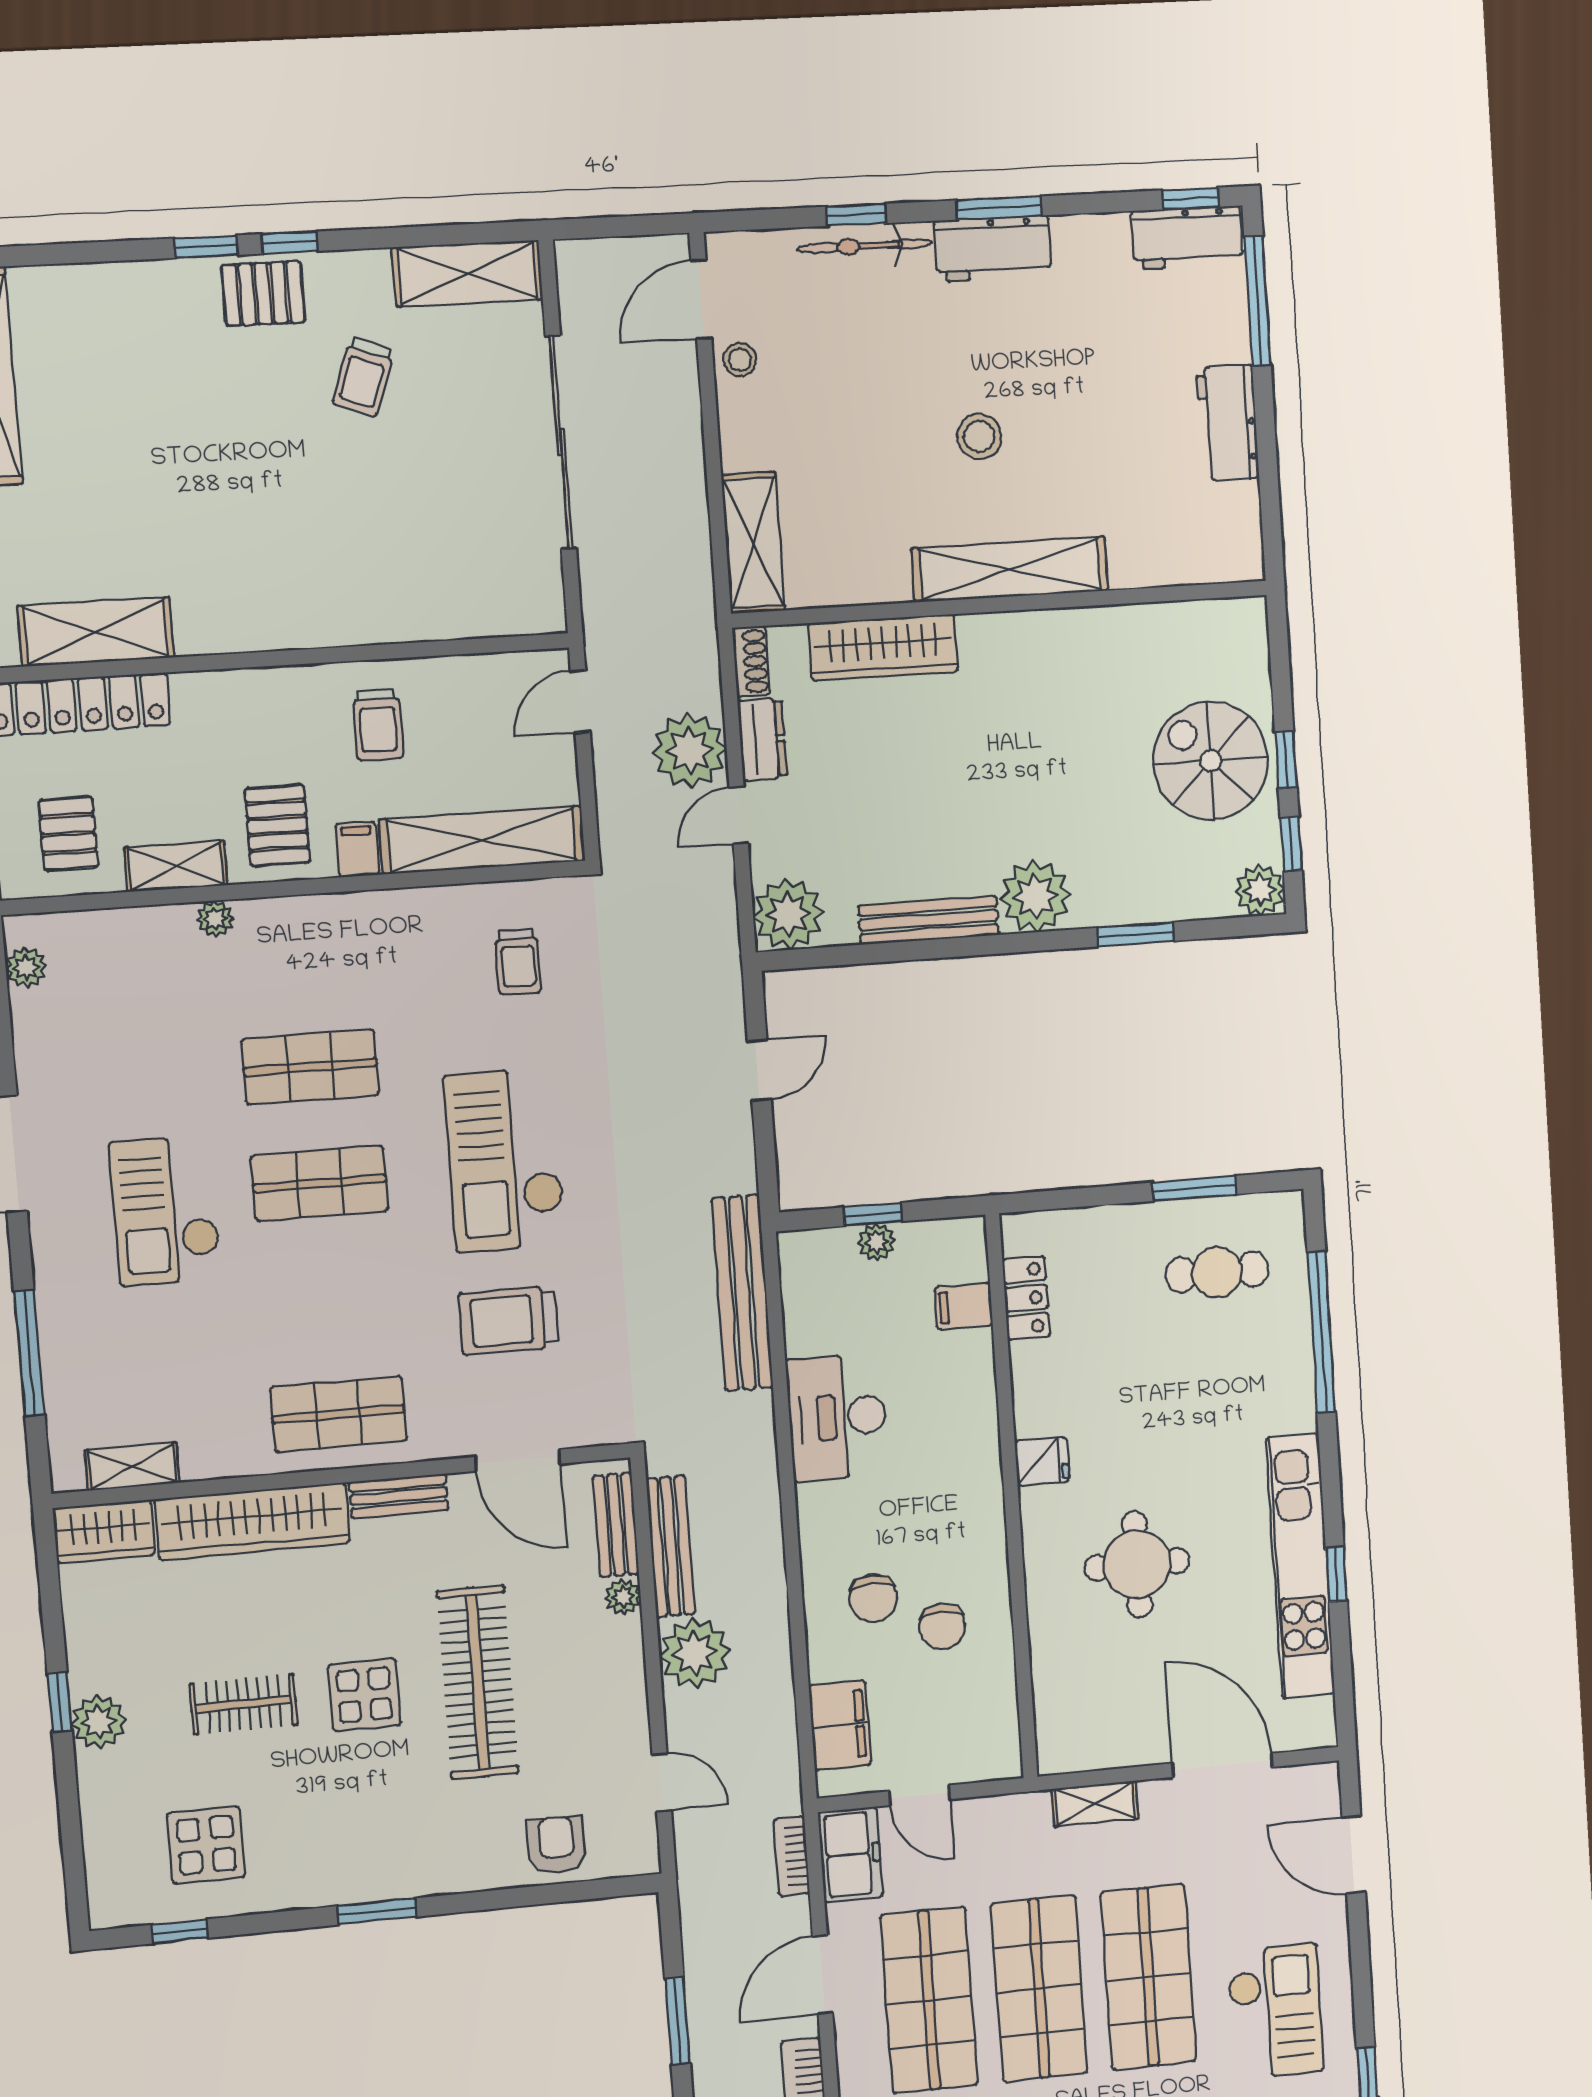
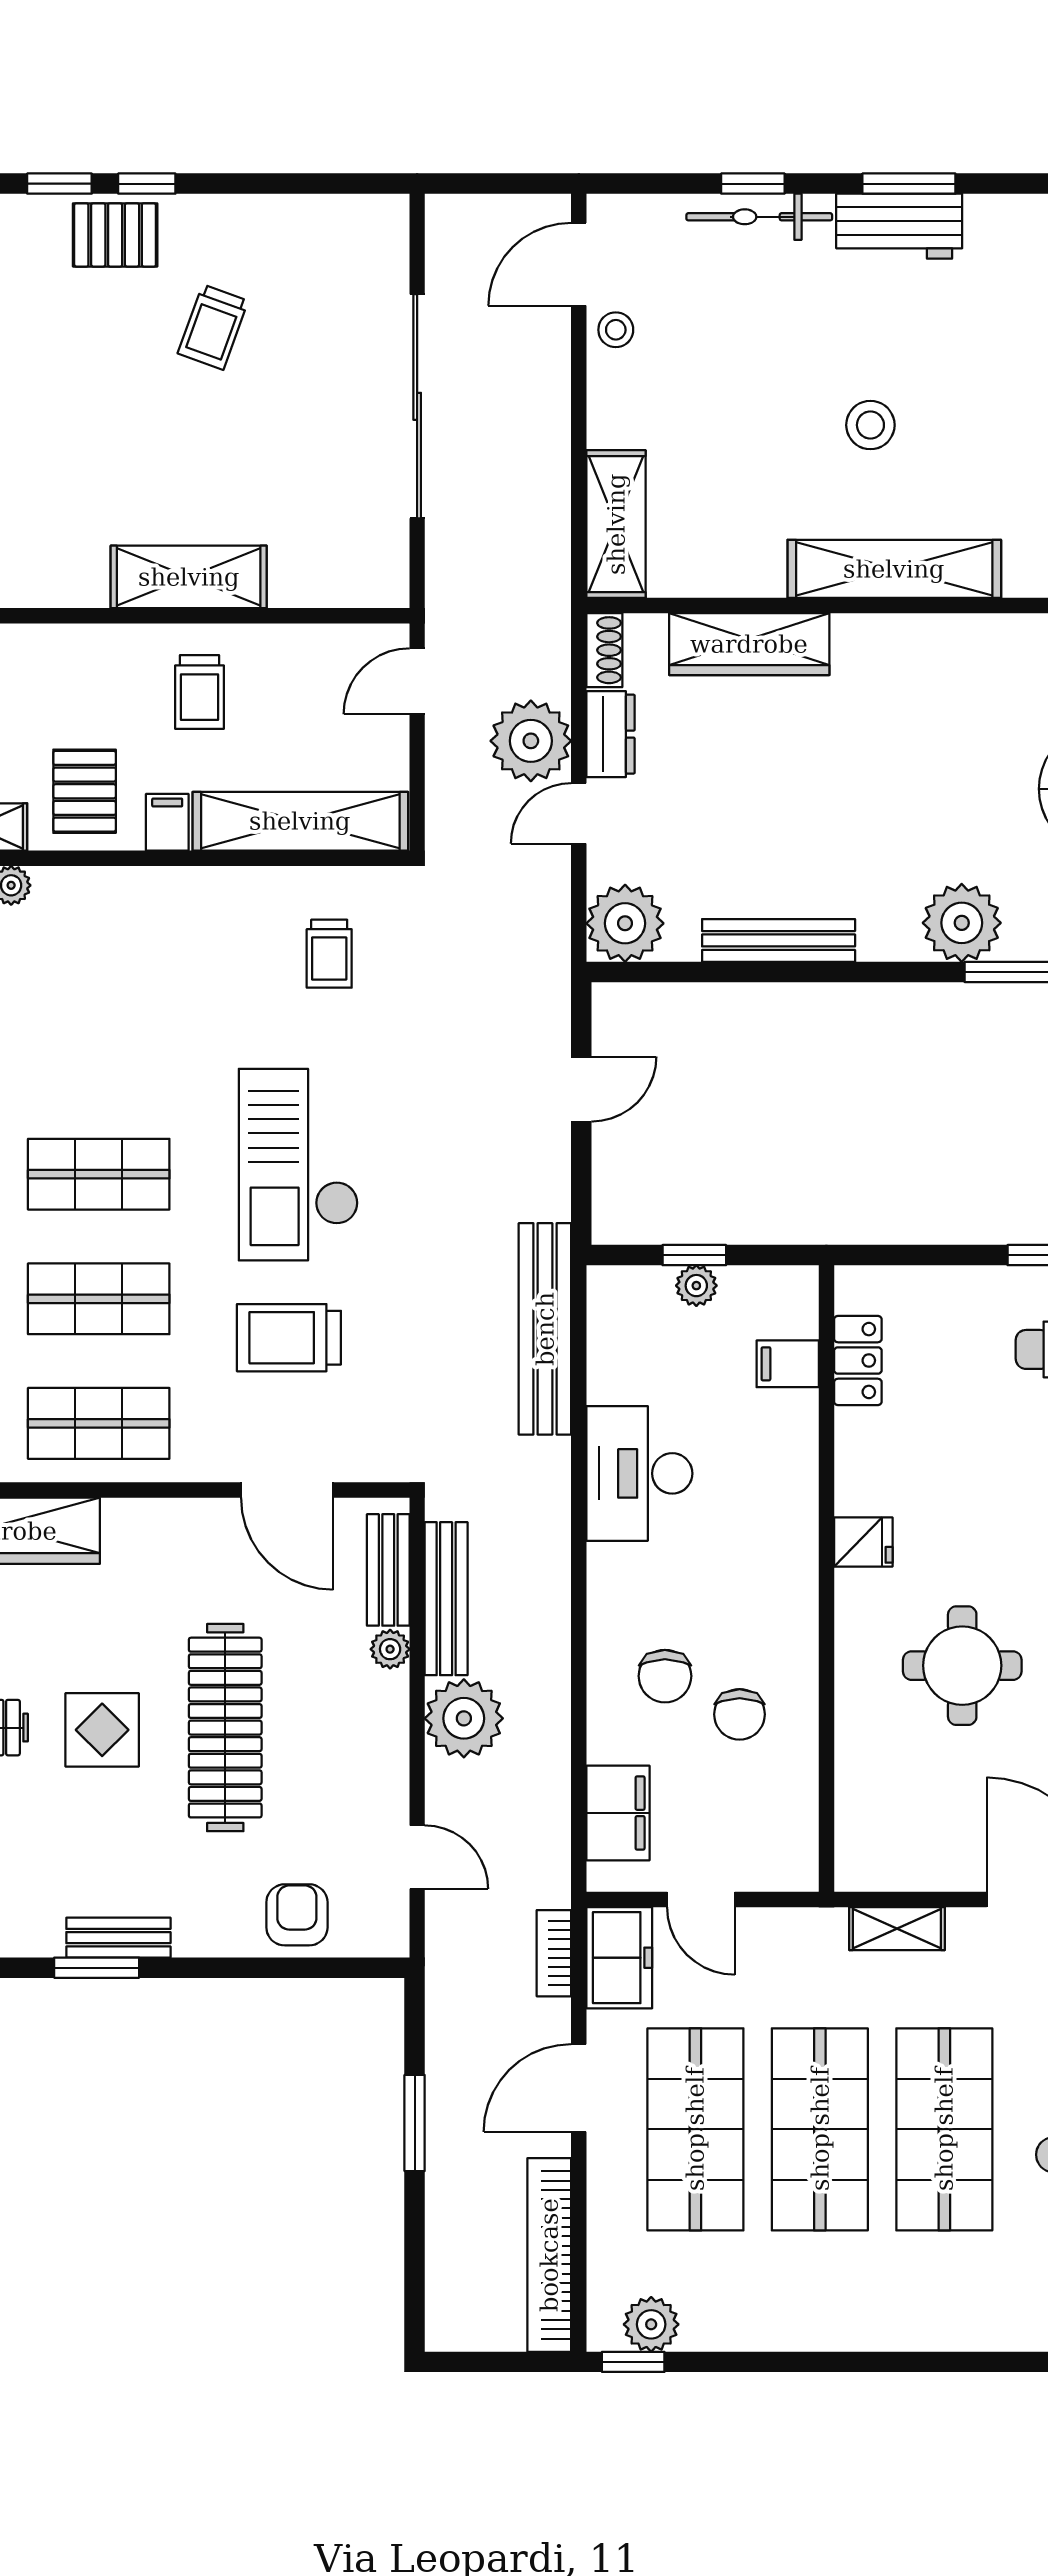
shelving: (467, 274) -> (189, 577), moved
plant: (1035, 896) -> (962, 923), moved
shop shelf: (310, 1067) -> (99, 1299), moved
bench: (399, 1496) -> (118, 1938), moved

